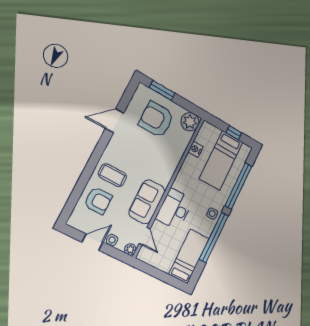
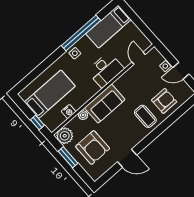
window: (162, 90) -> (68, 157), moved
window: (234, 133) -> (37, 122), moved
window: (238, 186) -> (43, 67), removed
armchair: (98, 201) -> (164, 101), turned 90
sofa: (147, 202) -> (105, 104), moved
plant: (130, 249) -> (83, 115), moved

